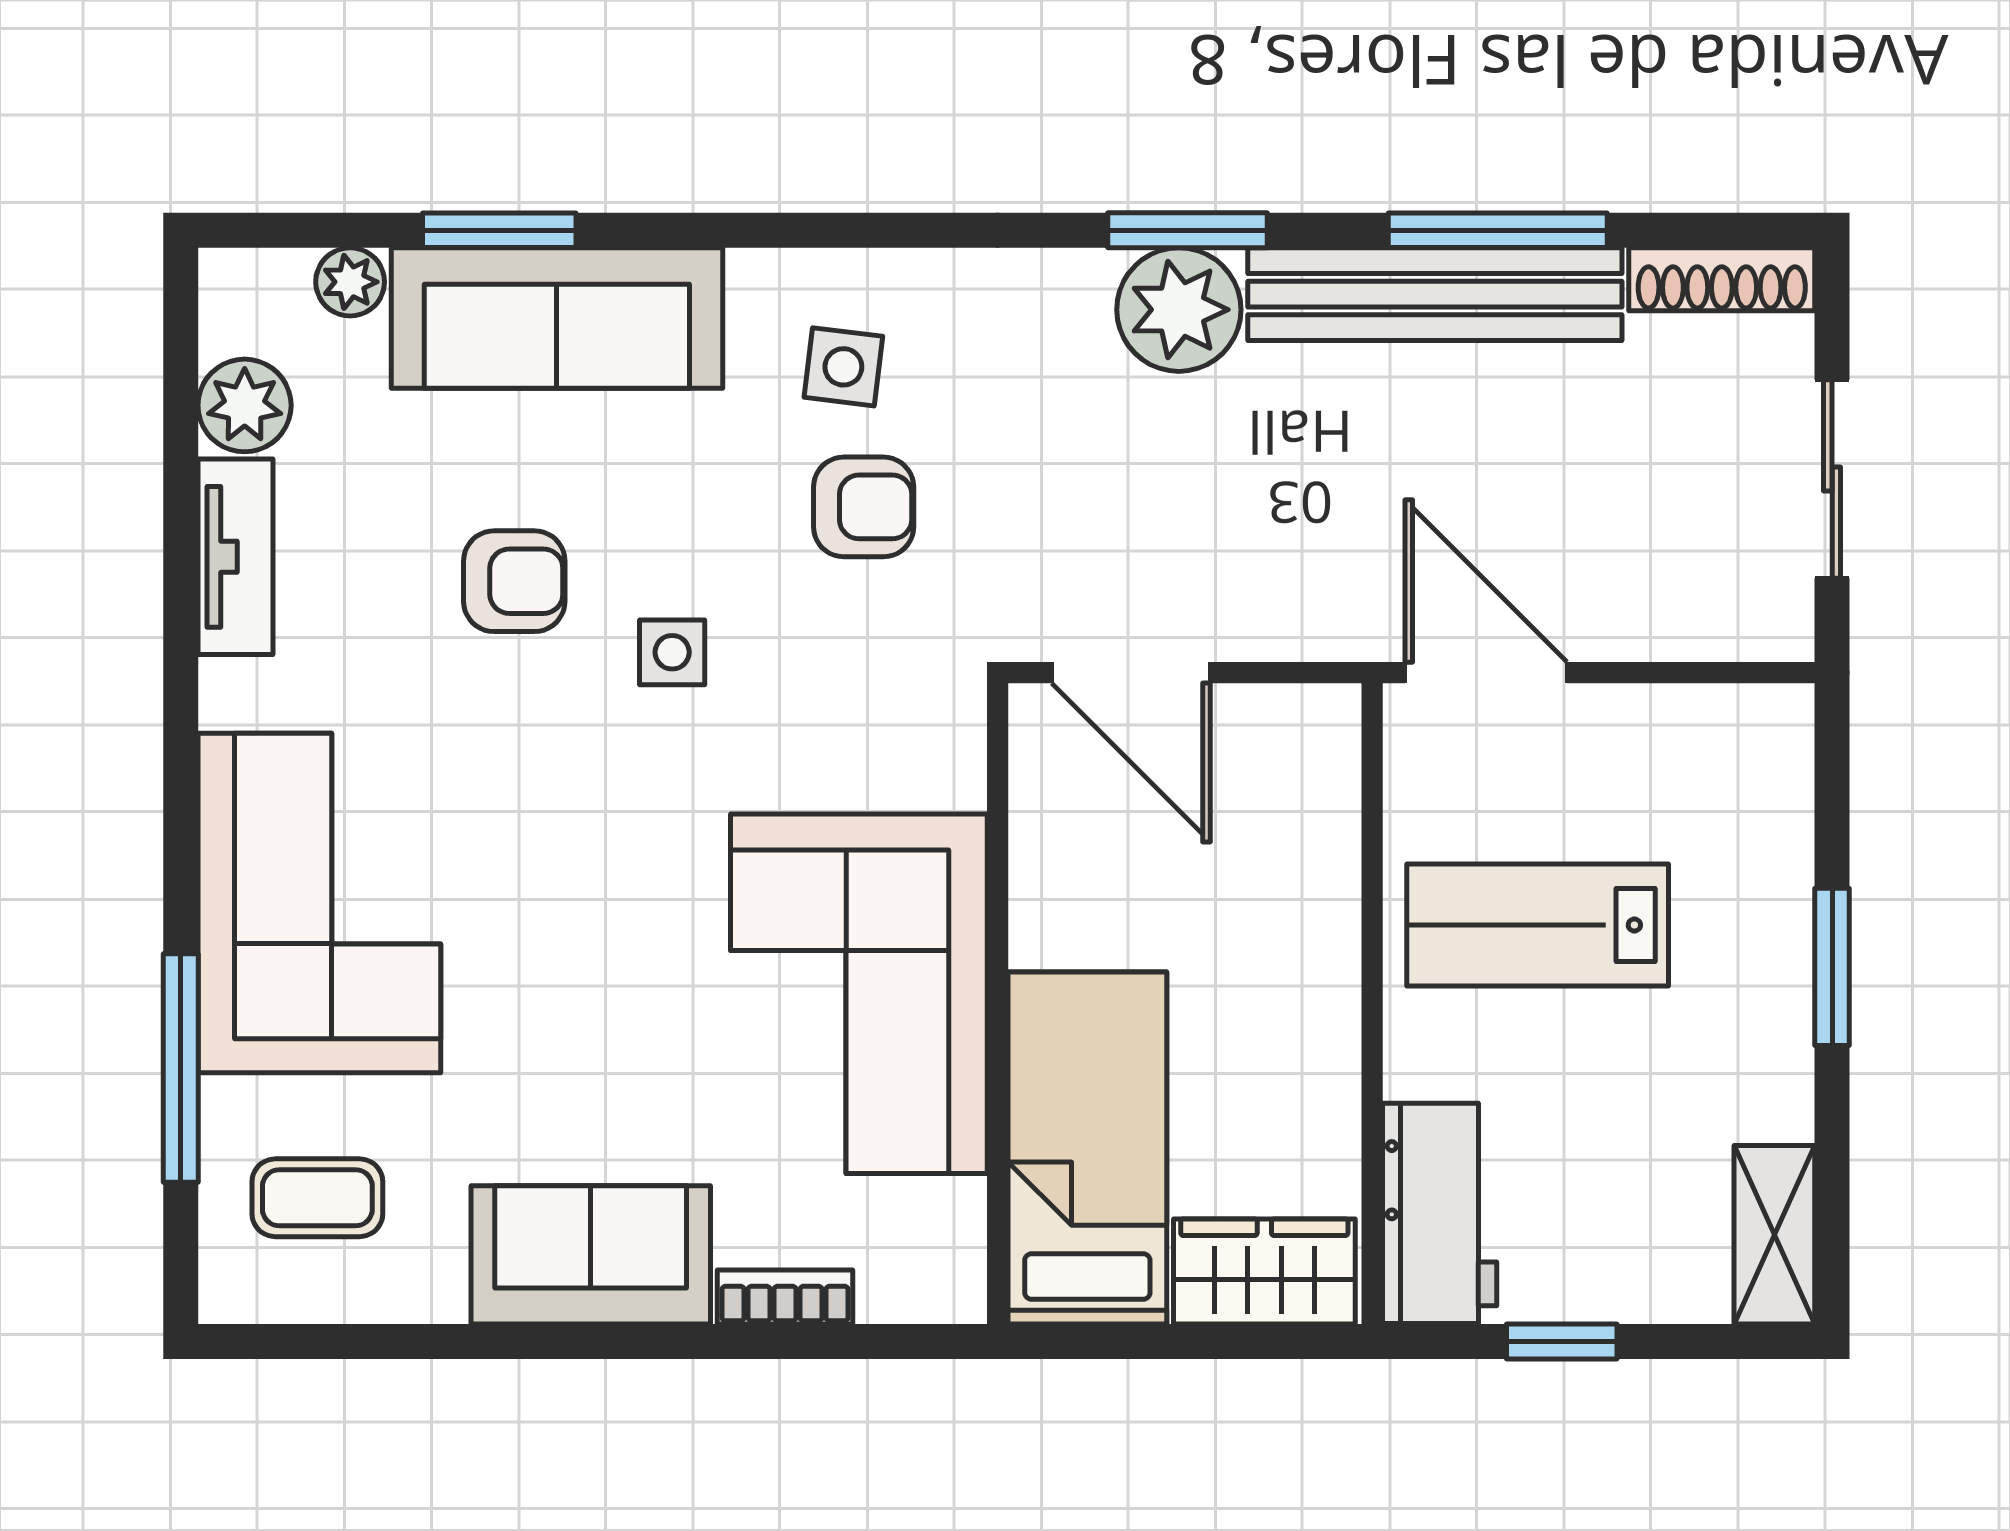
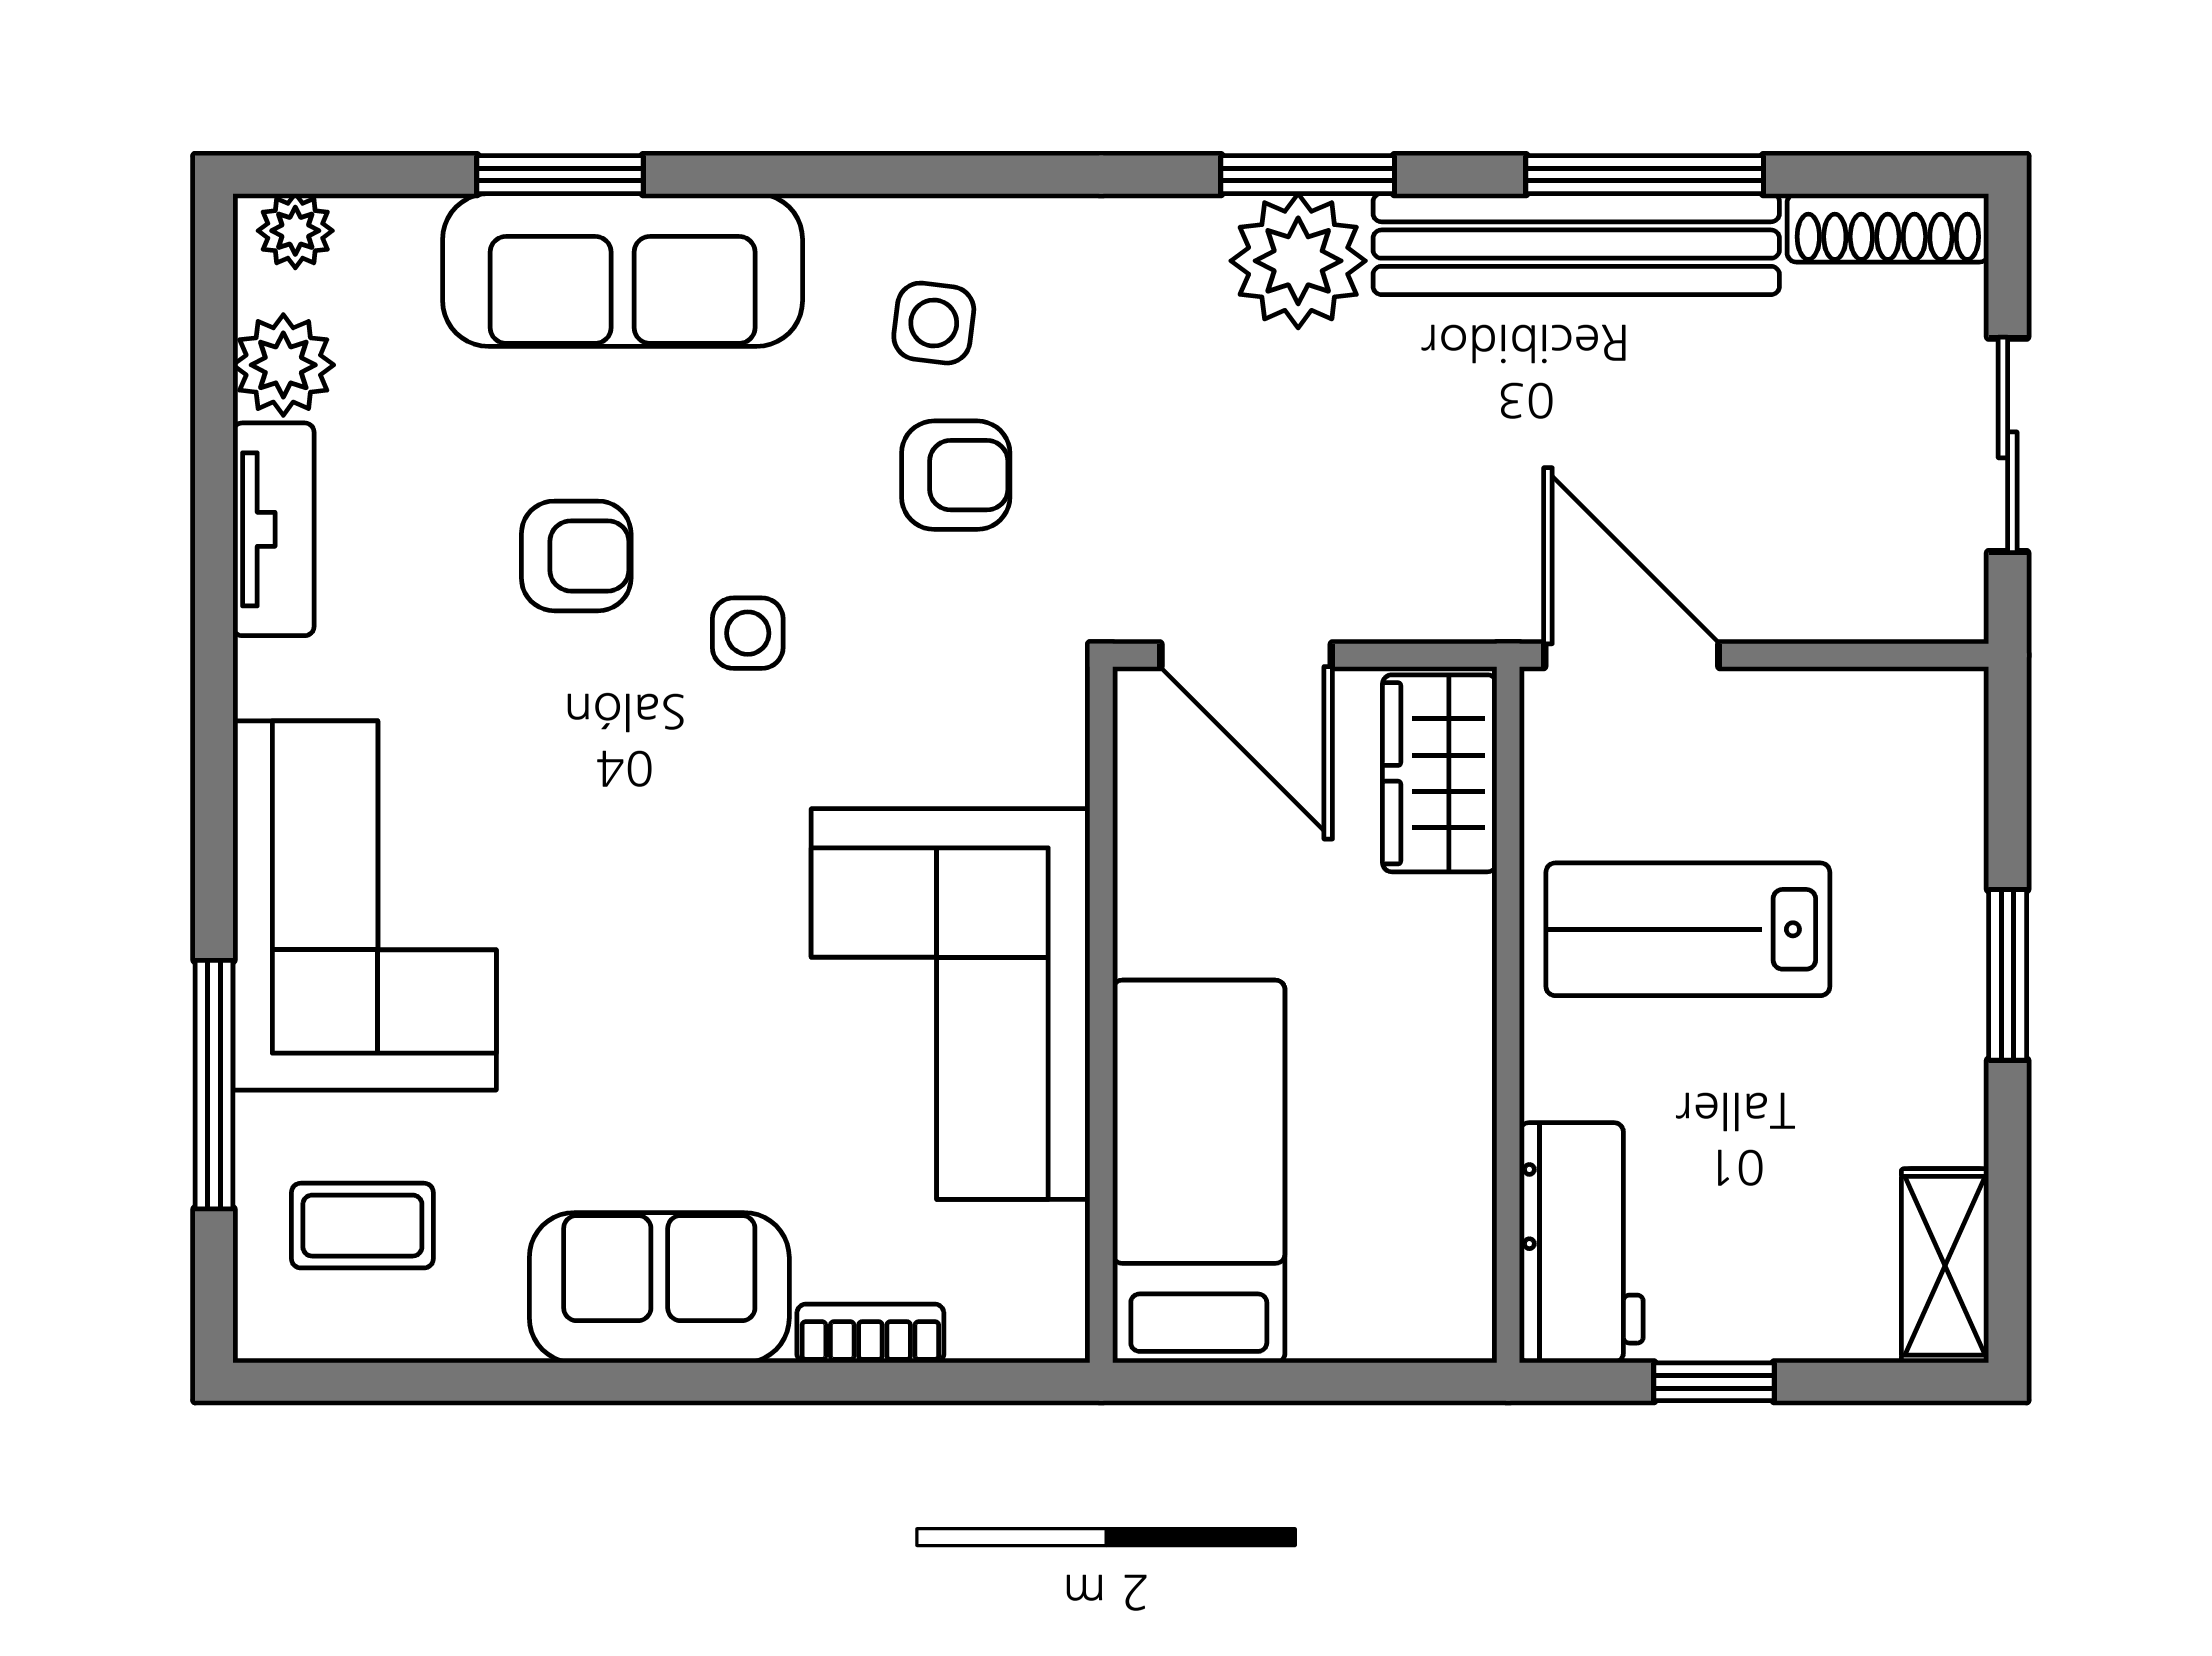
plant: (350, 282) -> (295, 231), moved
wardrobe: (1264, 1271) -> (1440, 773), moved, turned -90

